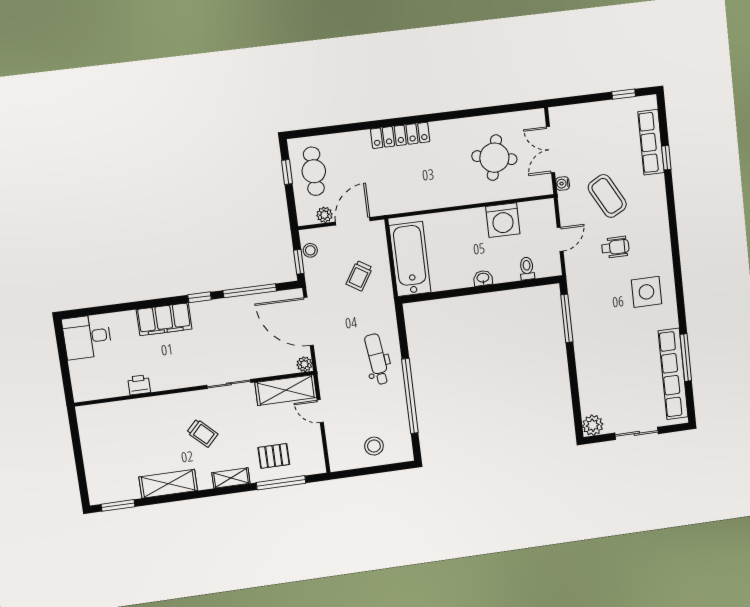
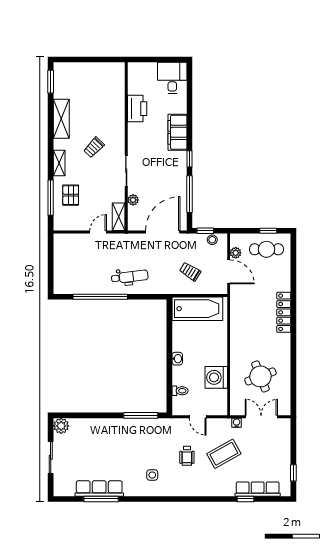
round table: (494, 158) -> (260, 376), turned -33
side table: (646, 292) -> (152, 475), width x0.54, depth x0.54
plant: (304, 364) -> (133, 200), moved
row of seats: (673, 374) -> (99, 489), width x0.73
printer: (139, 385) -> (137, 109), width x1.87, depth x1.48
shelving: (286, 390) -> (119, 217), width x0.67, depth x0.75
stool: (374, 446) -> (68, 267), removed

